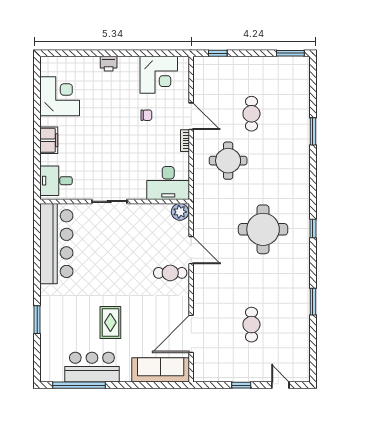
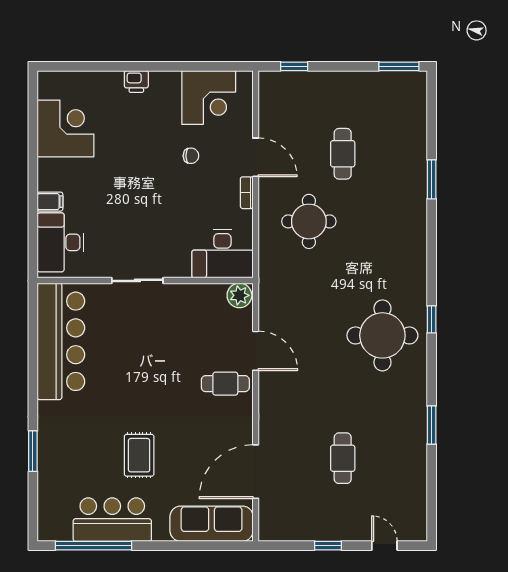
filing cabinet: (49, 140) -> (50, 202), width x0.50
desk: (56, 181) -> (60, 242), width x1.37
round table: (263, 229) -> (382, 335), moved

